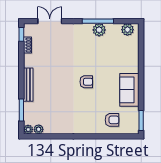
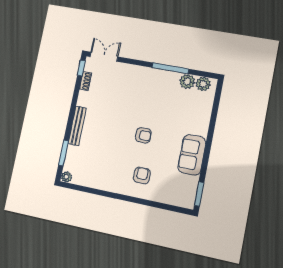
double door: (50, 21) -> (104, 57), moved
plant: (99, 30) -> (187, 81), moved
armchair: (112, 120) -> (142, 175), moved, turned -90
plant: (39, 129) -> (78, 179), removed

